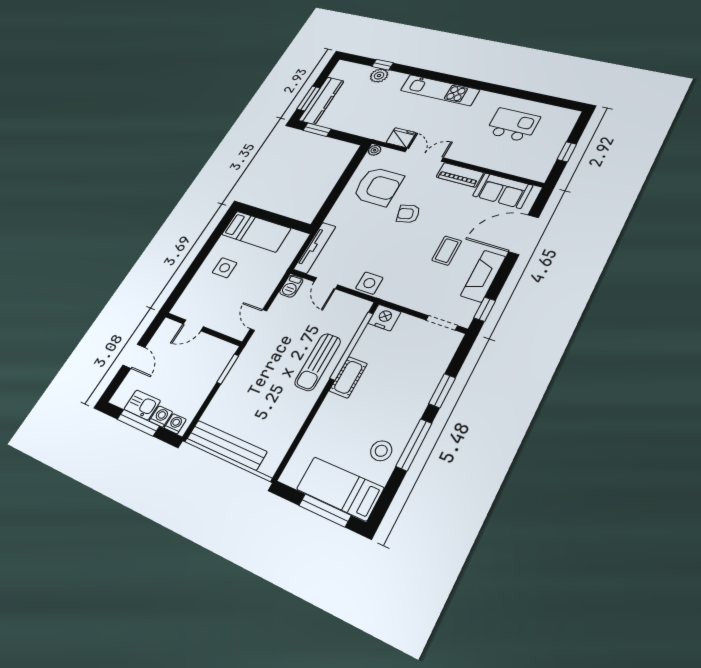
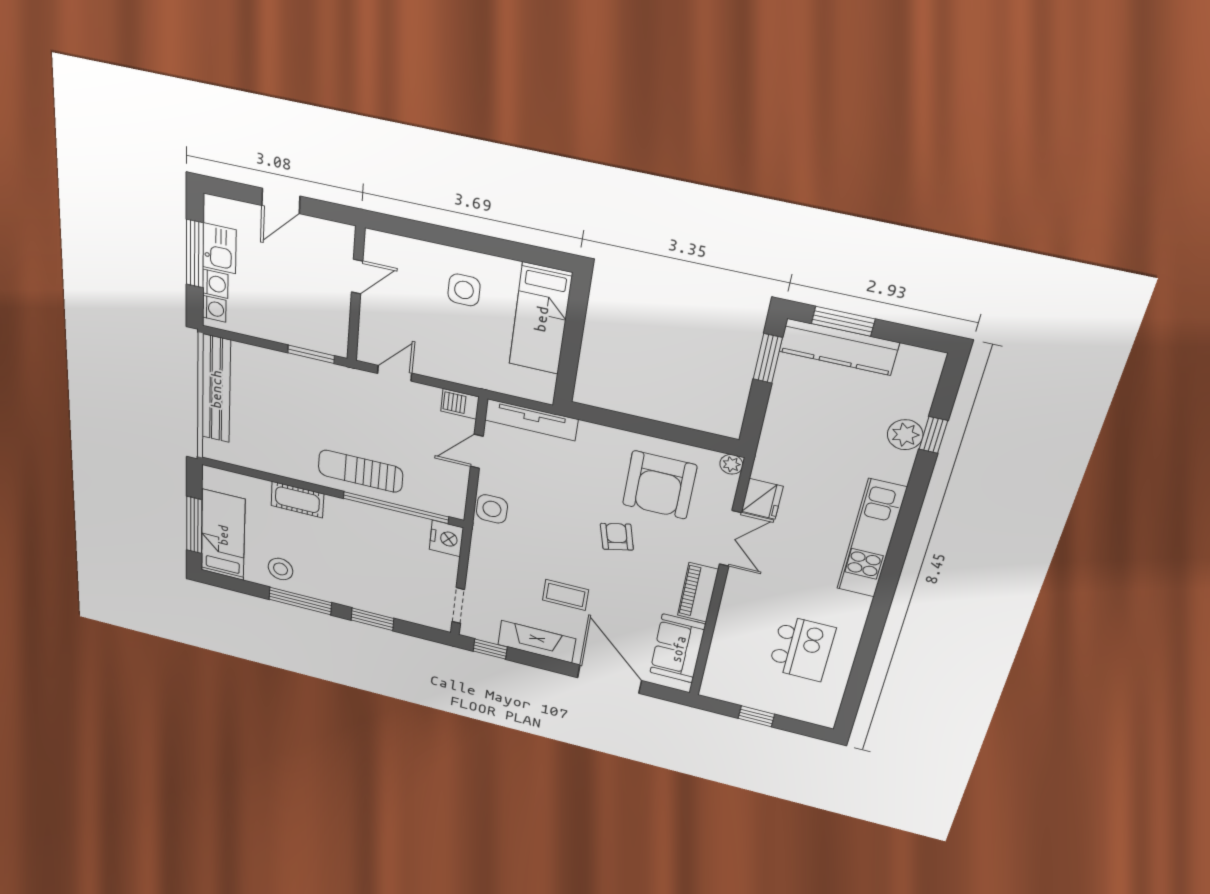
door: (193, 325) -> (357, 277), swing flipped
cot: (348, 377) -> (297, 500), moved

